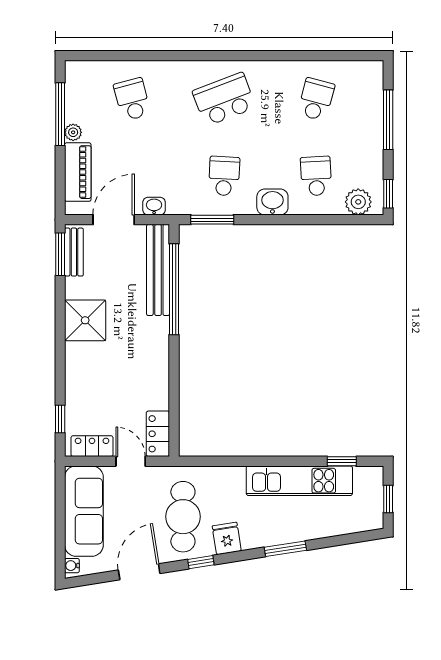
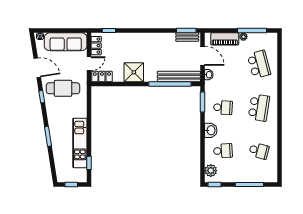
school desk: (132, 99) -> (259, 64), width x1.85
school desk: (224, 99) -> (259, 108), turned 30
shower: (85, 320) -> (134, 72), moved
fridge: (227, 538) -> (53, 109), removed

